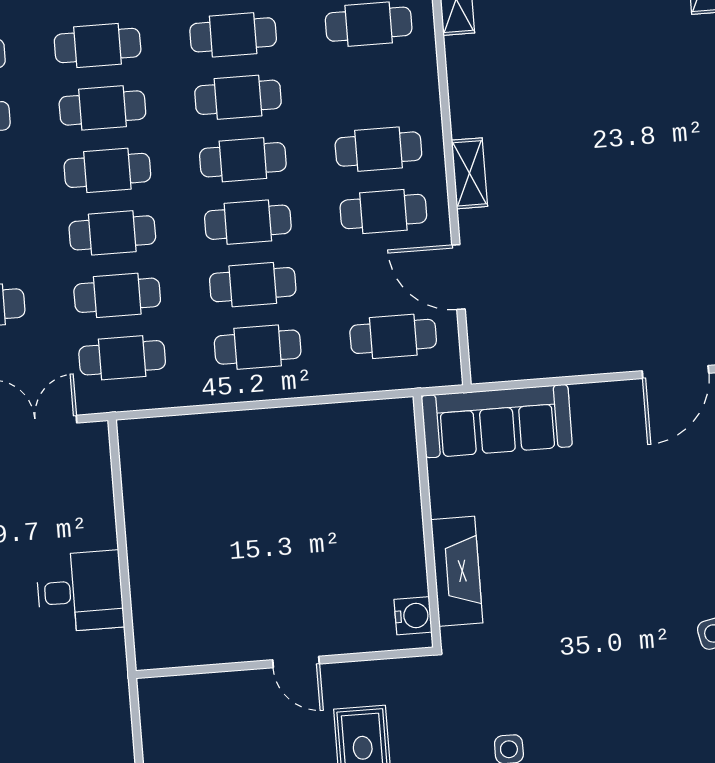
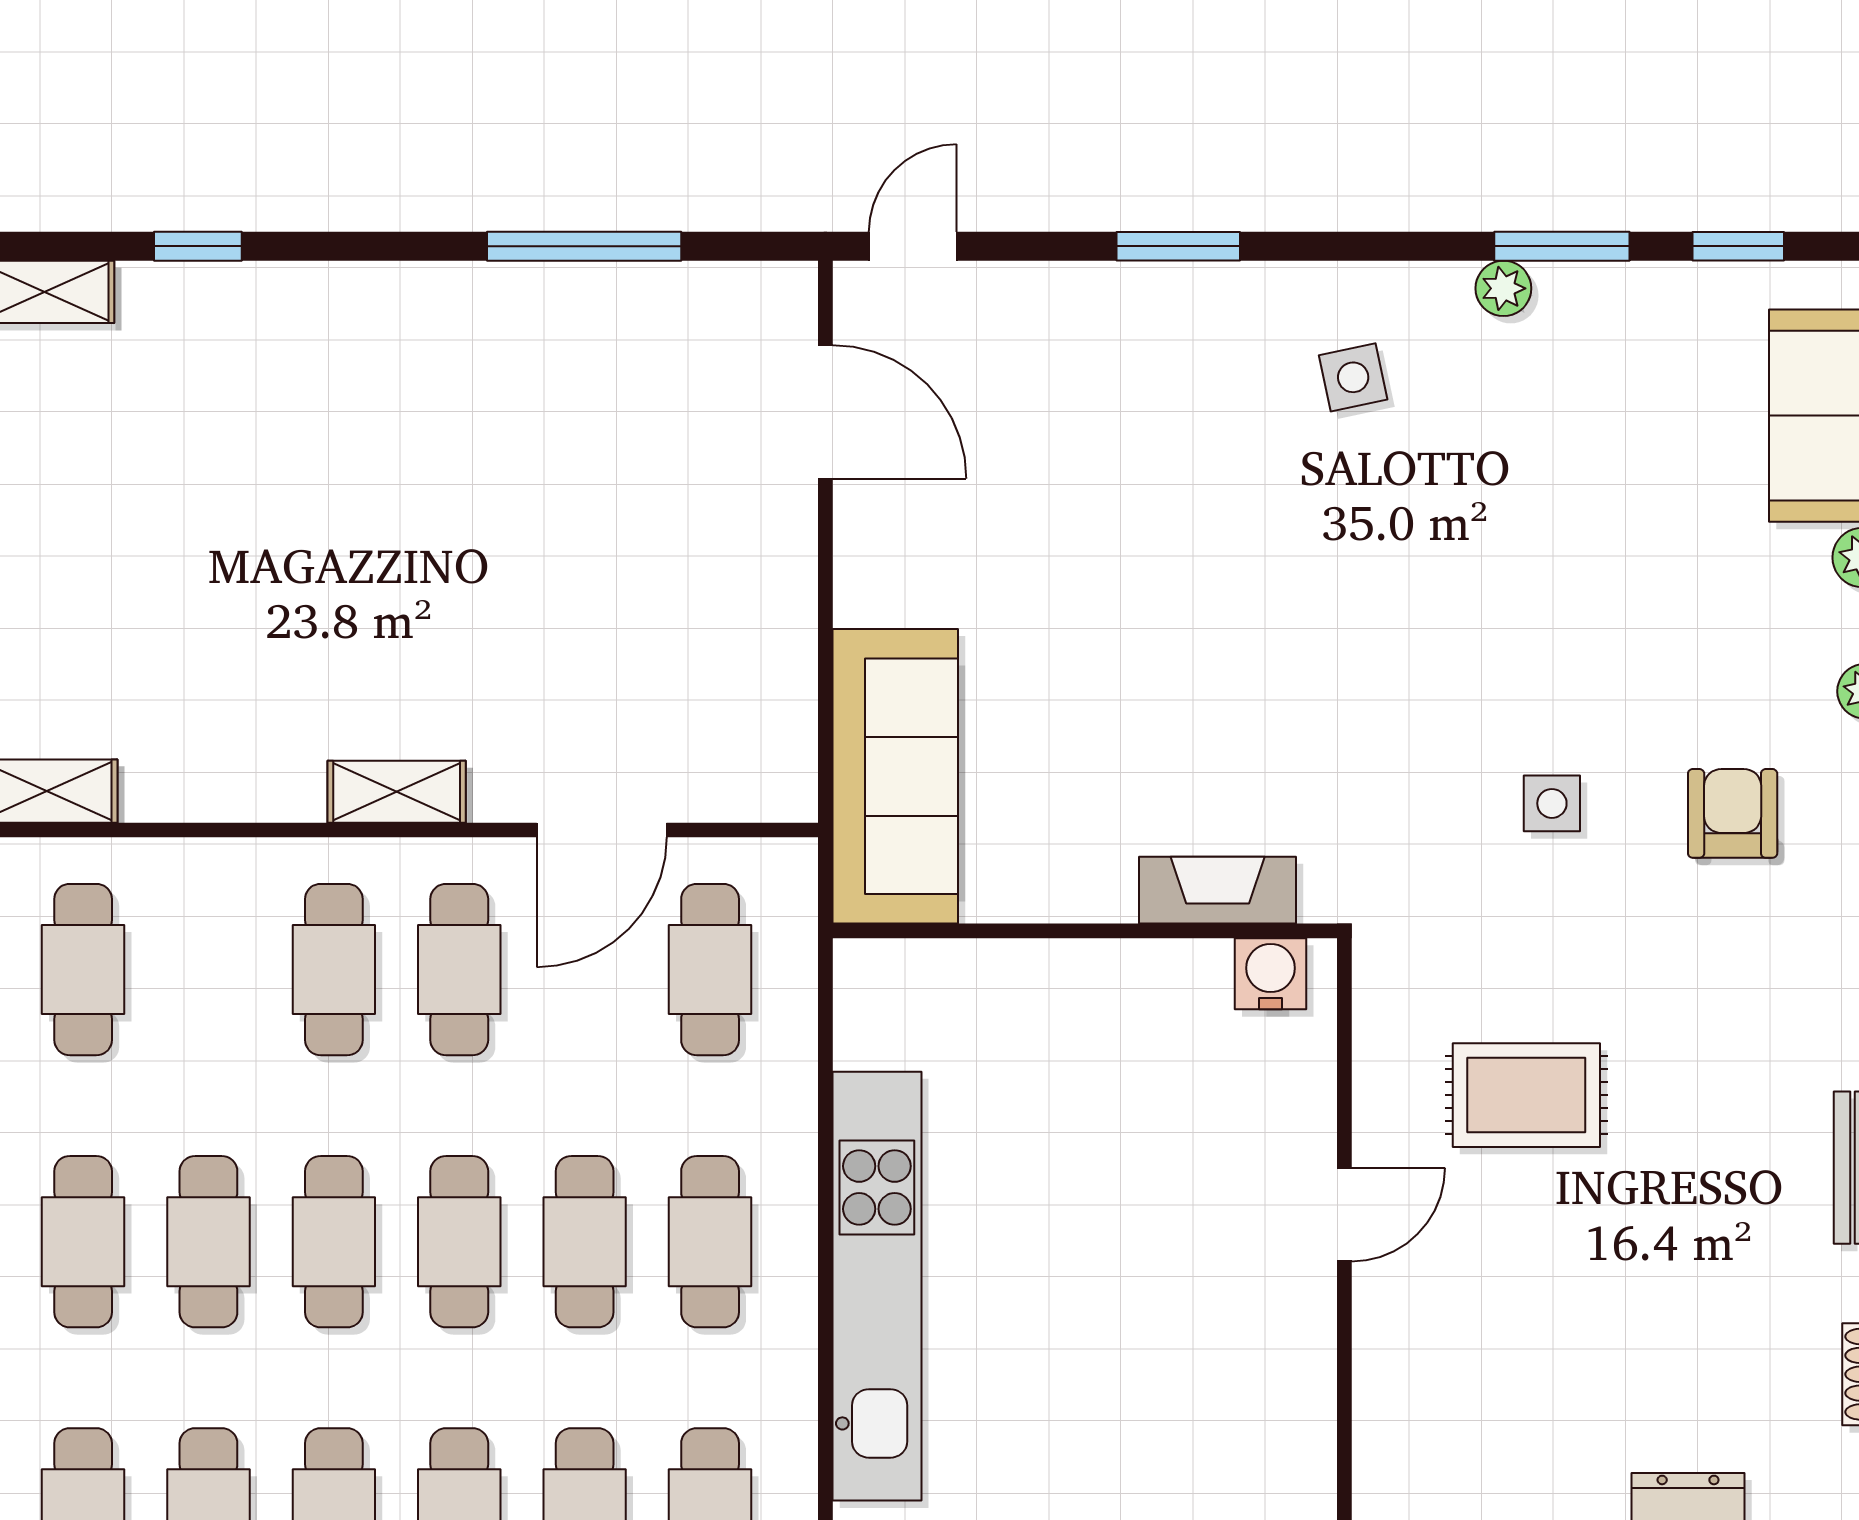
kitchen unit: (242, 432) -> (877, 1286), added
fireplace: (457, 571) -> (1218, 890), width x0.73, depth x0.76

